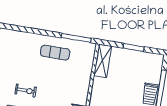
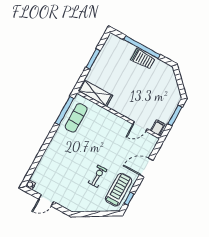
exercise mat: (55, 53) -> (76, 118), moved

